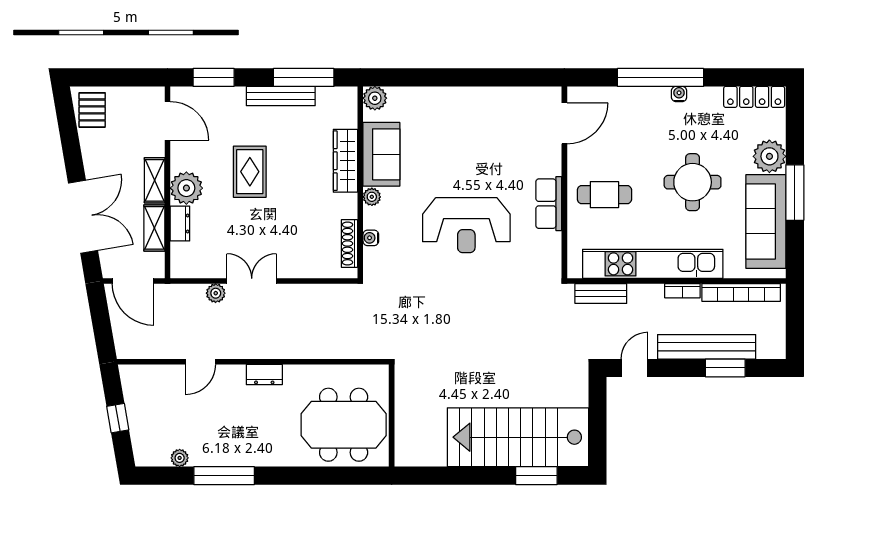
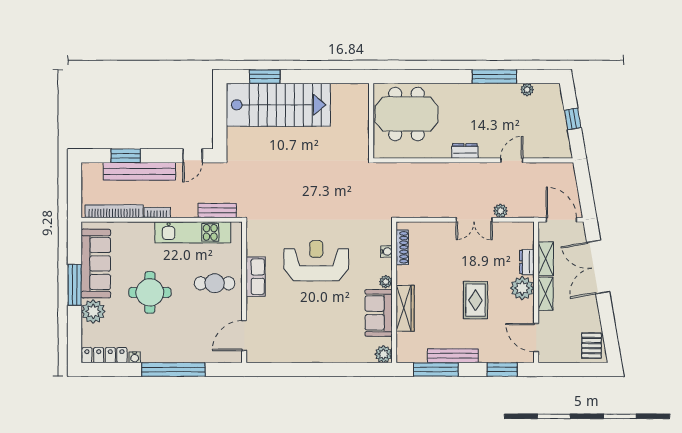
water cooler: (679, 94) -> (135, 357), moved
kitchen unit: (653, 264) -> (193, 232), width x0.73

